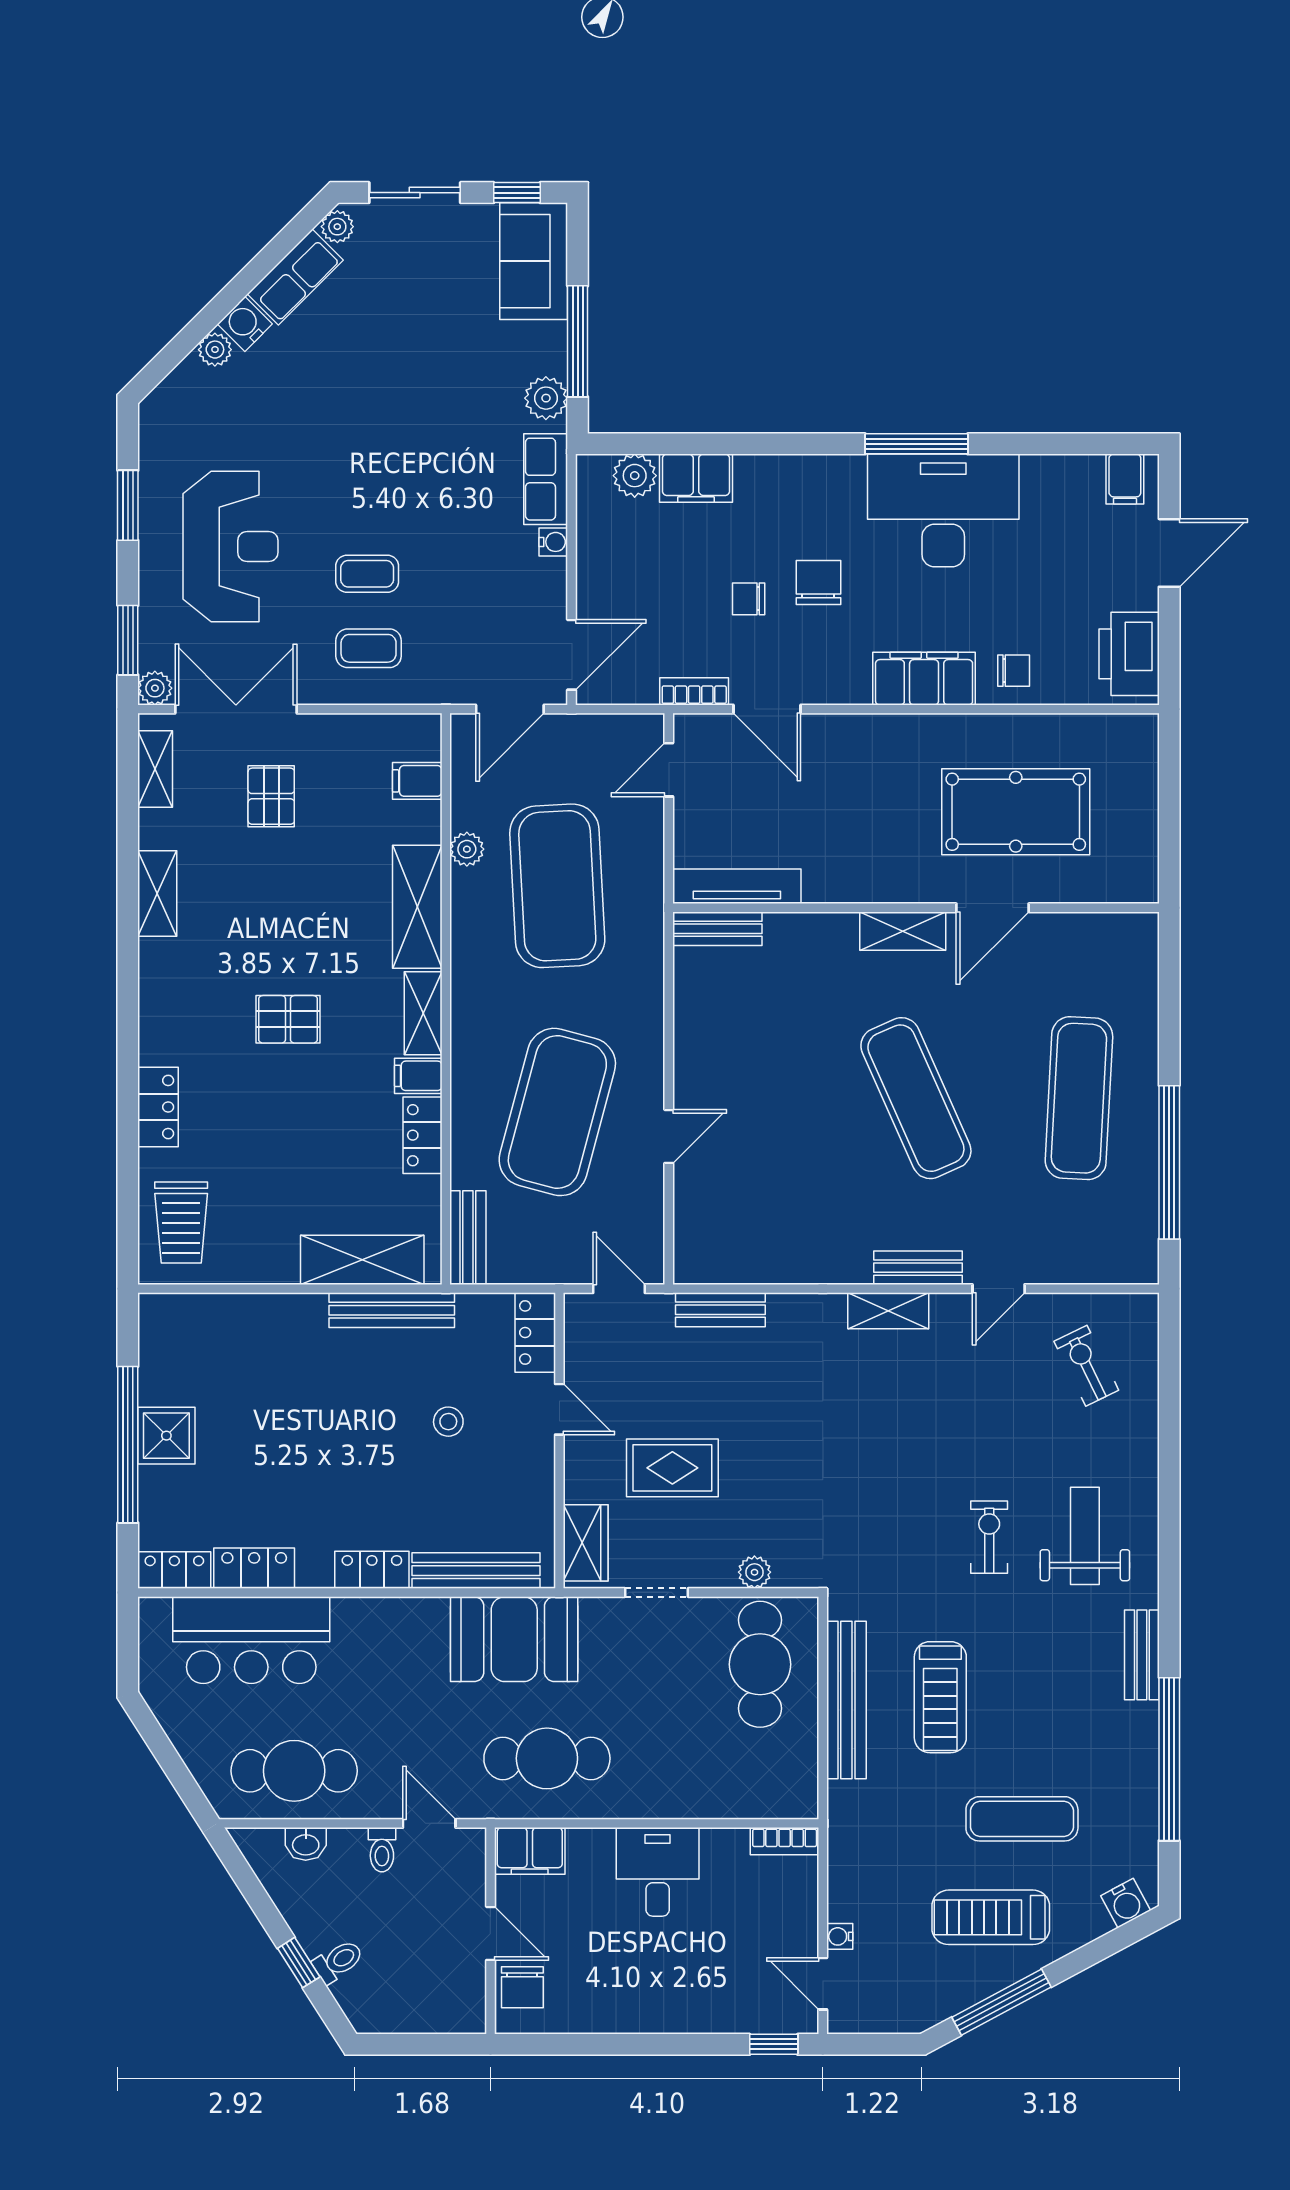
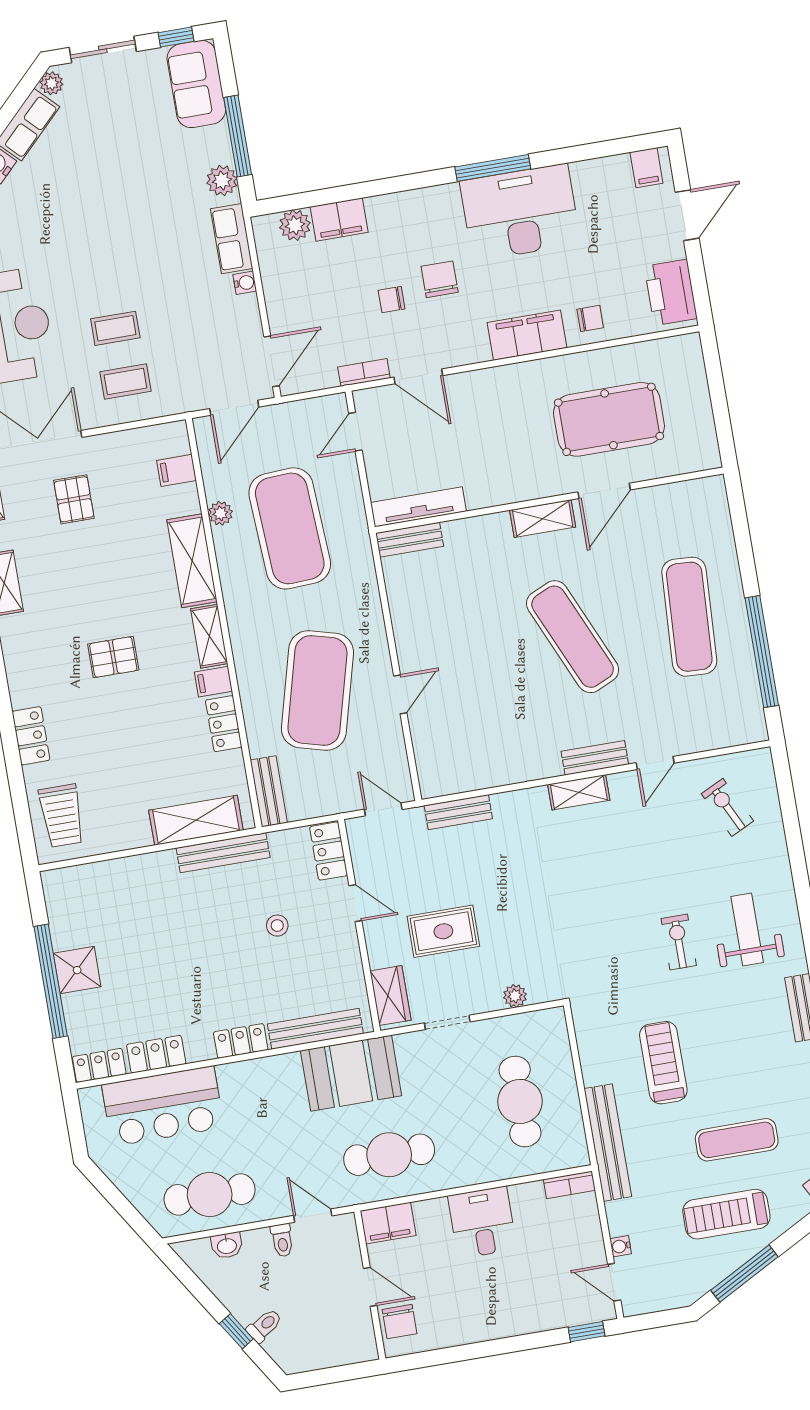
cafe table: (760, 1664) -> (520, 1101), moved
treadmill: (940, 1697) -> (663, 1063), turned 180
bench: (846, 1700) -> (608, 1143), moved

